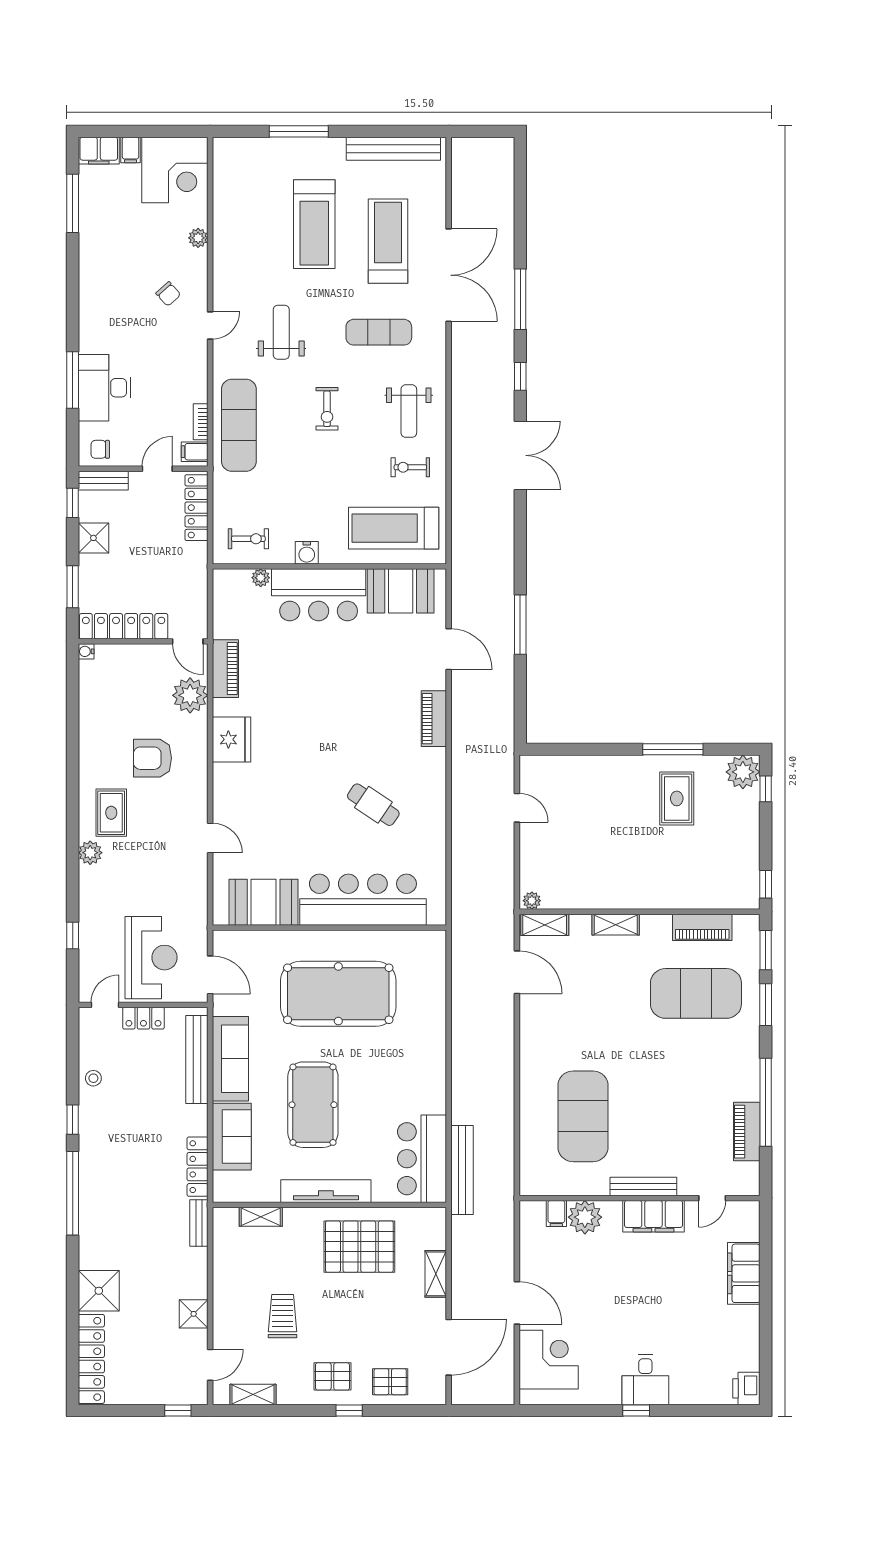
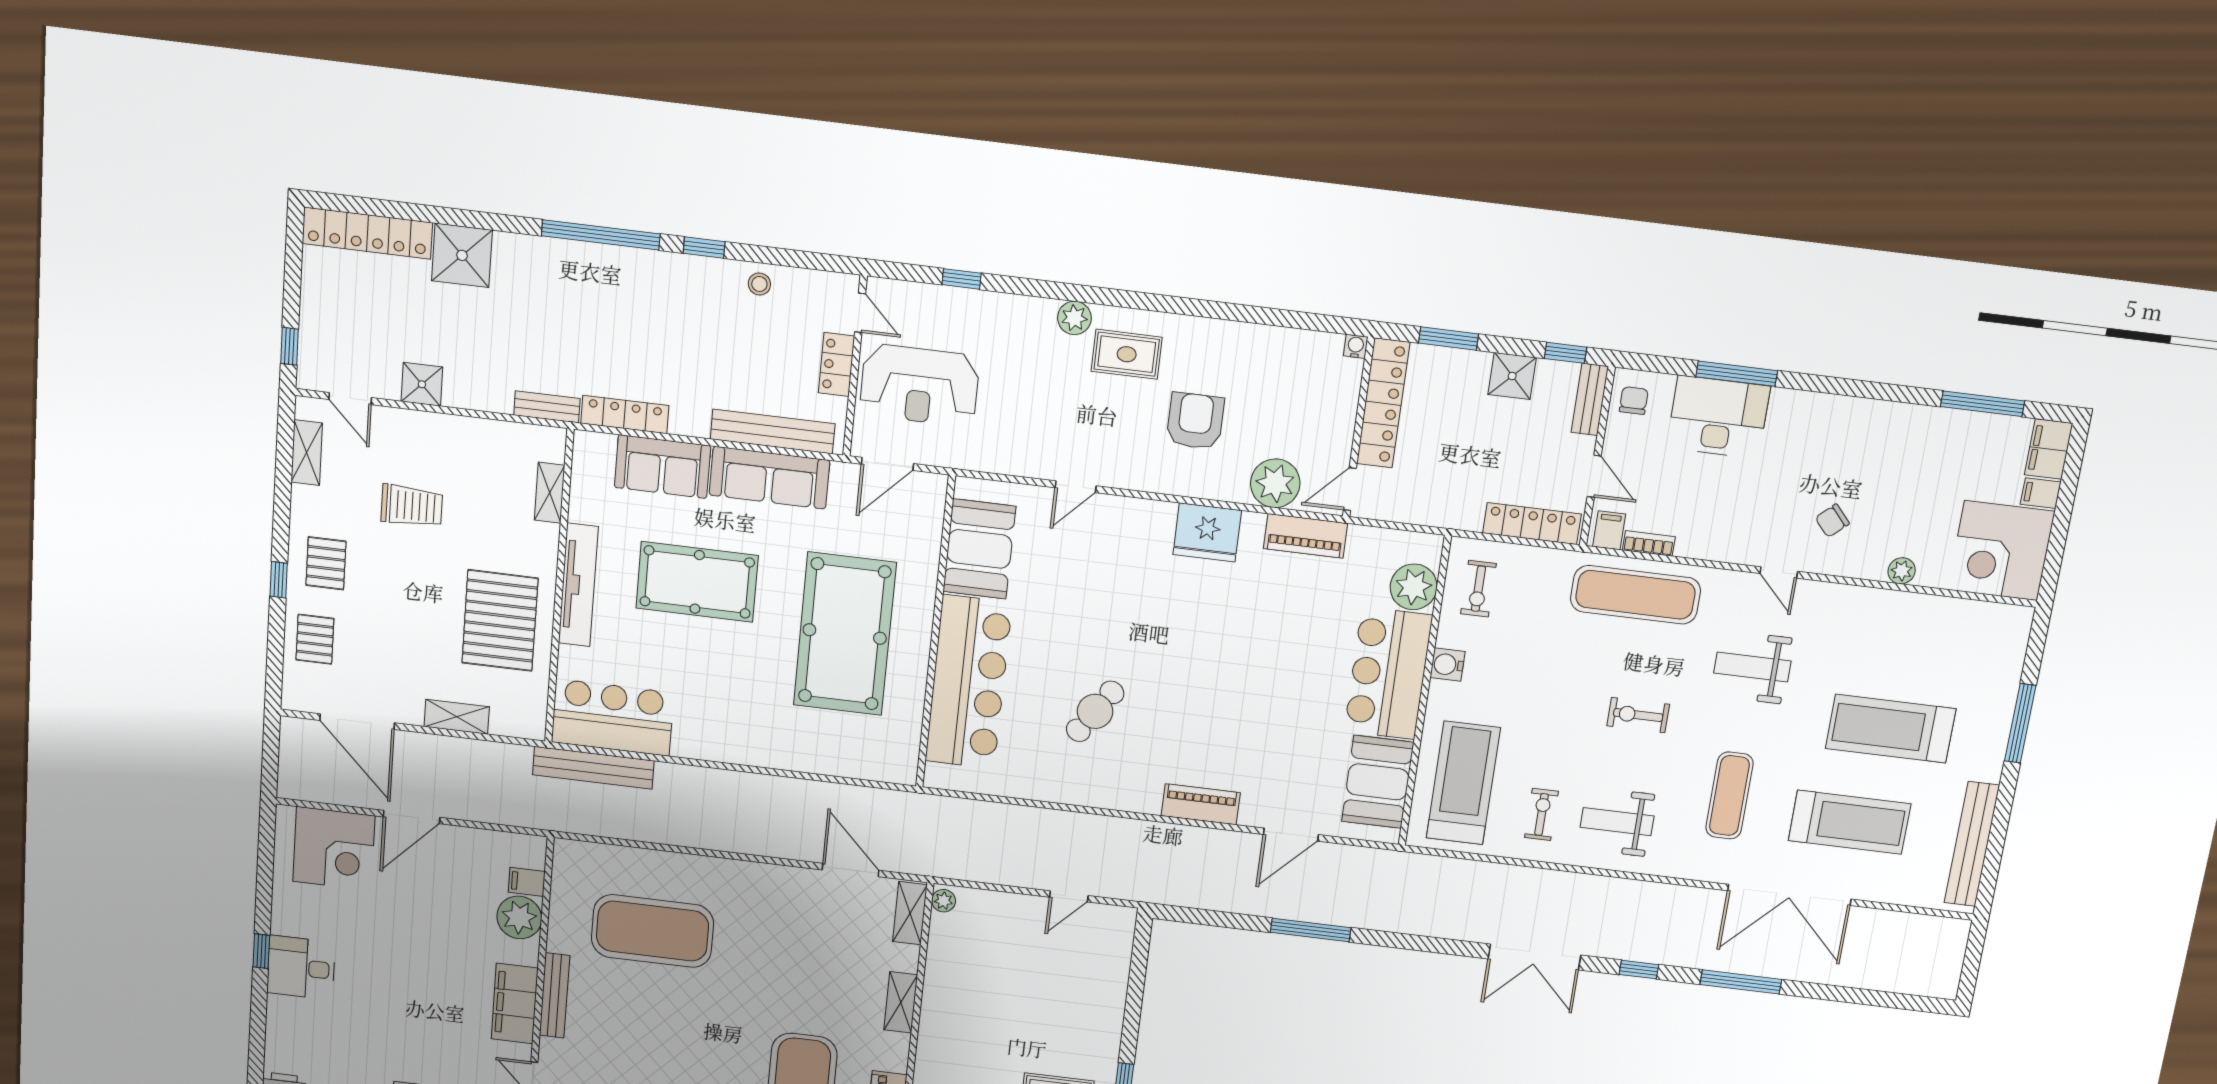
weight bench: (281, 332) -> (1752, 667), turned 180
plant: (261, 578) -> (1414, 587), width x1.87, depth x1.87
door: (517, 972) -> (851, 870), swing flipped

